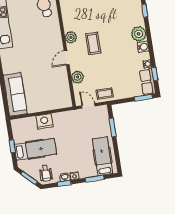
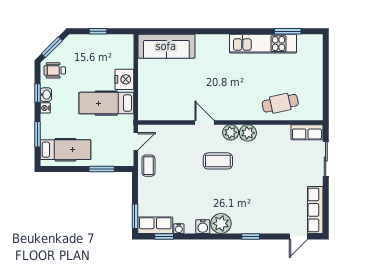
plant: (78, 77) -> (248, 133), moved
hospital bed: (35, 149) -> (106, 103), moved, turned 90

